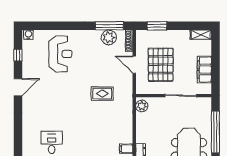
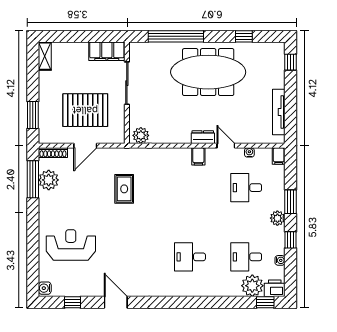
filing cabinet: (204, 70) -> (107, 51), moved

